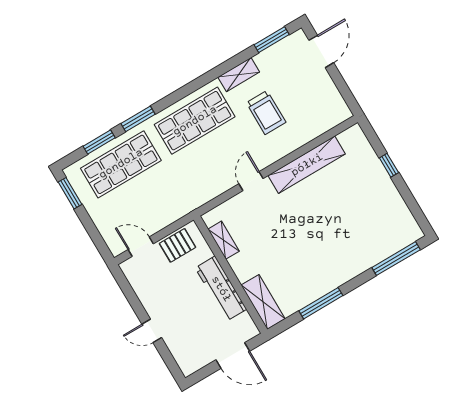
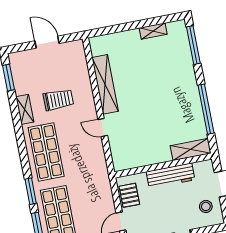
door: (321, 51) -> (47, 42), moved
window: (389, 165) -> (126, 27), removed
shelving: (224, 240) -> (153, 31), moved
window: (321, 303) -> (206, 109), width x1.46
stool: (198, 347) -> (206, 206), added

